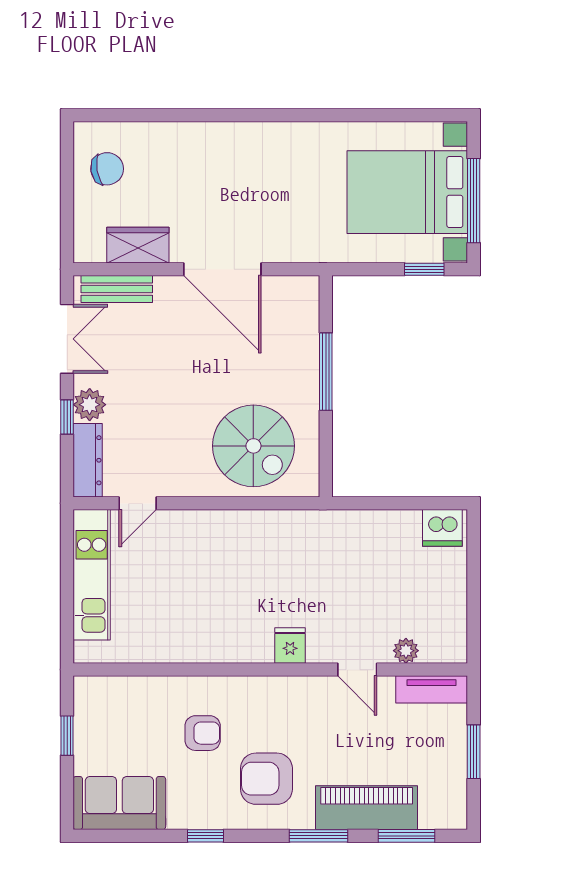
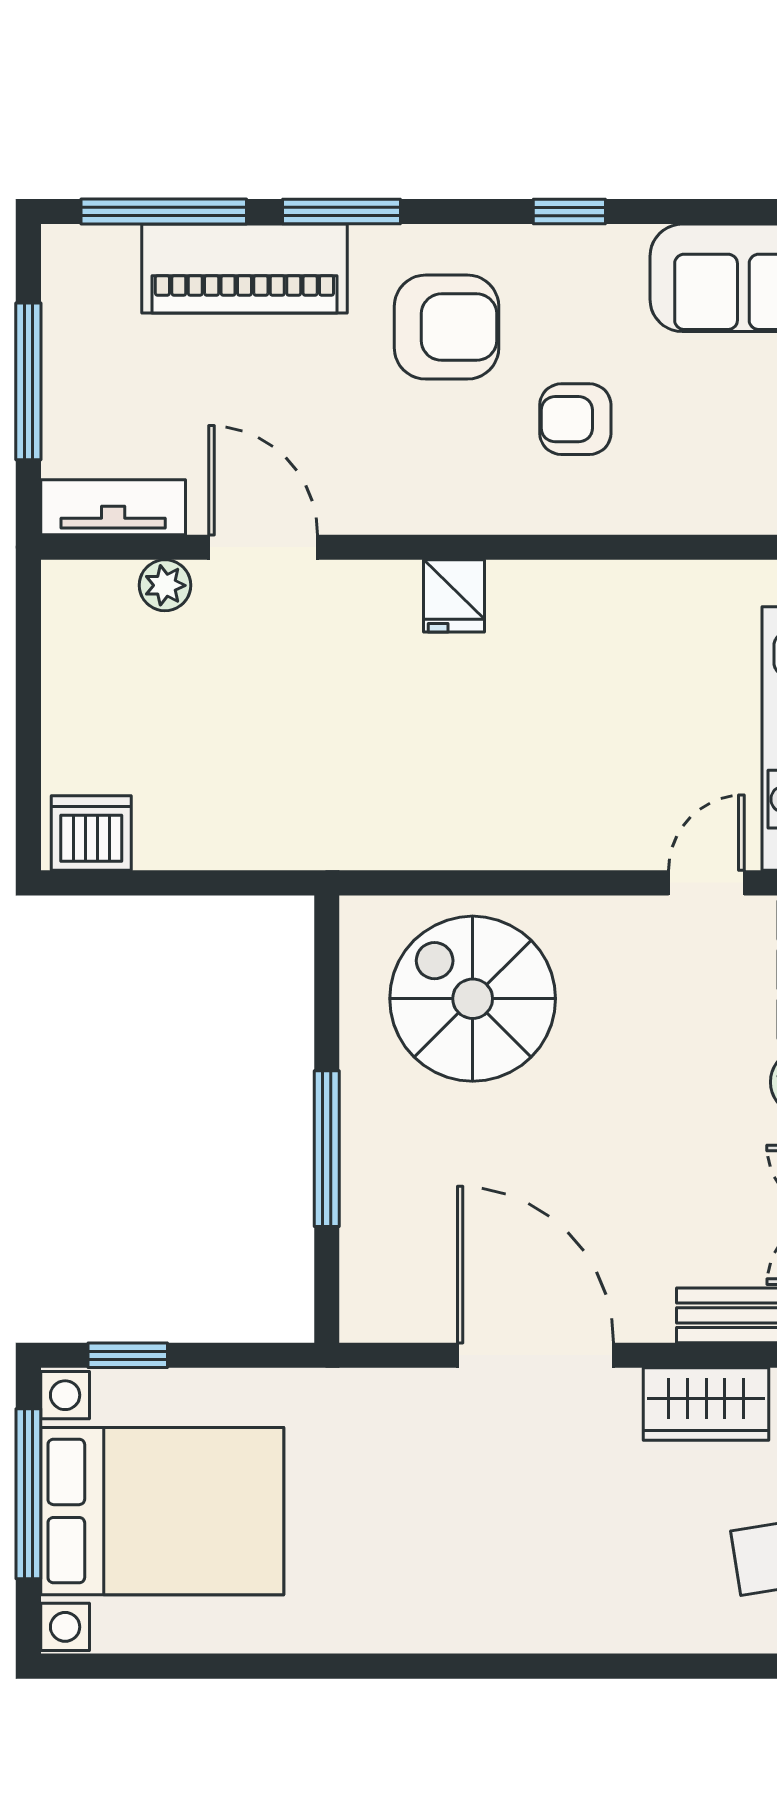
fridge: (290, 645) -> (454, 596), moved
door: (357, 670) -> (263, 547), width x1.38
window: (474, 752) -> (28, 381), width x1.44
window: (406, 836) -> (164, 212), width x1.44

